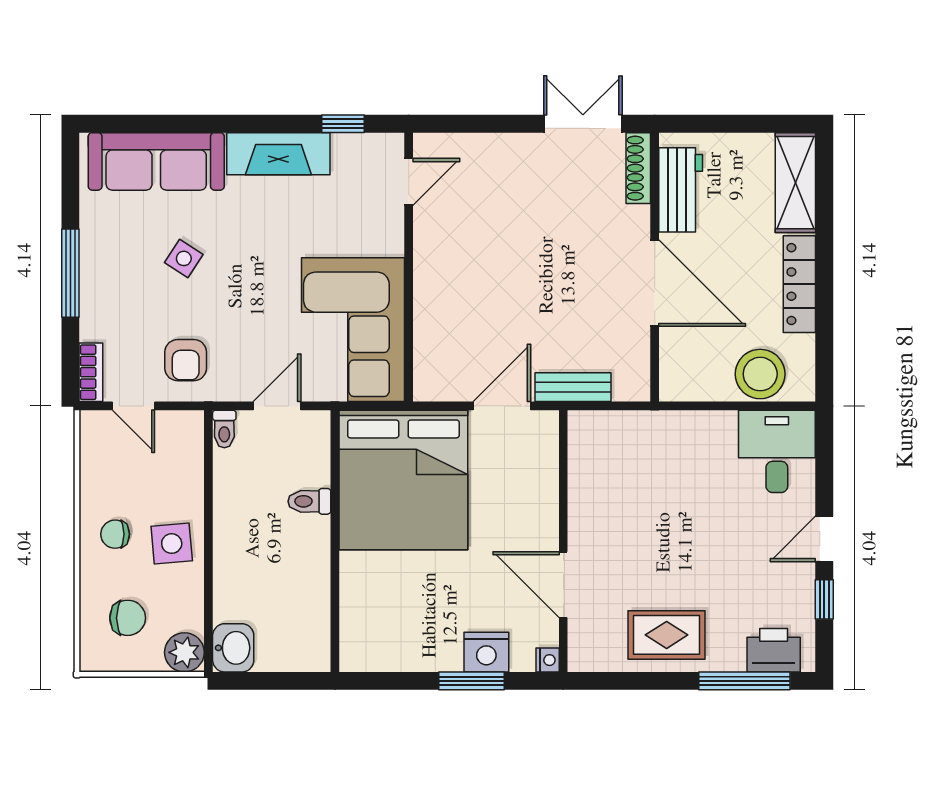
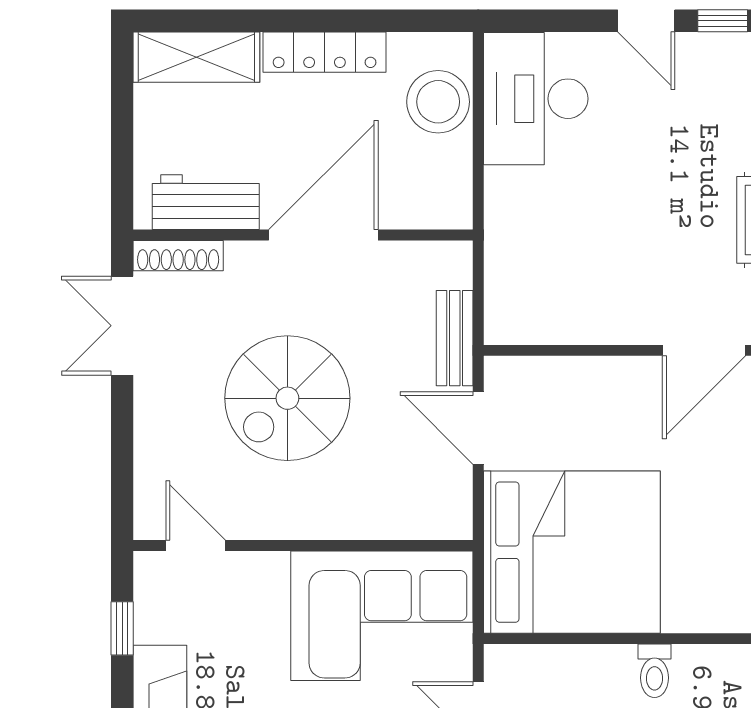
spiral stairs: (525, 255) -> (287, 398), added
desk: (777, 451) -> (536, 99), width x1.37
toilet: (309, 501) -> (654, 671), moved

